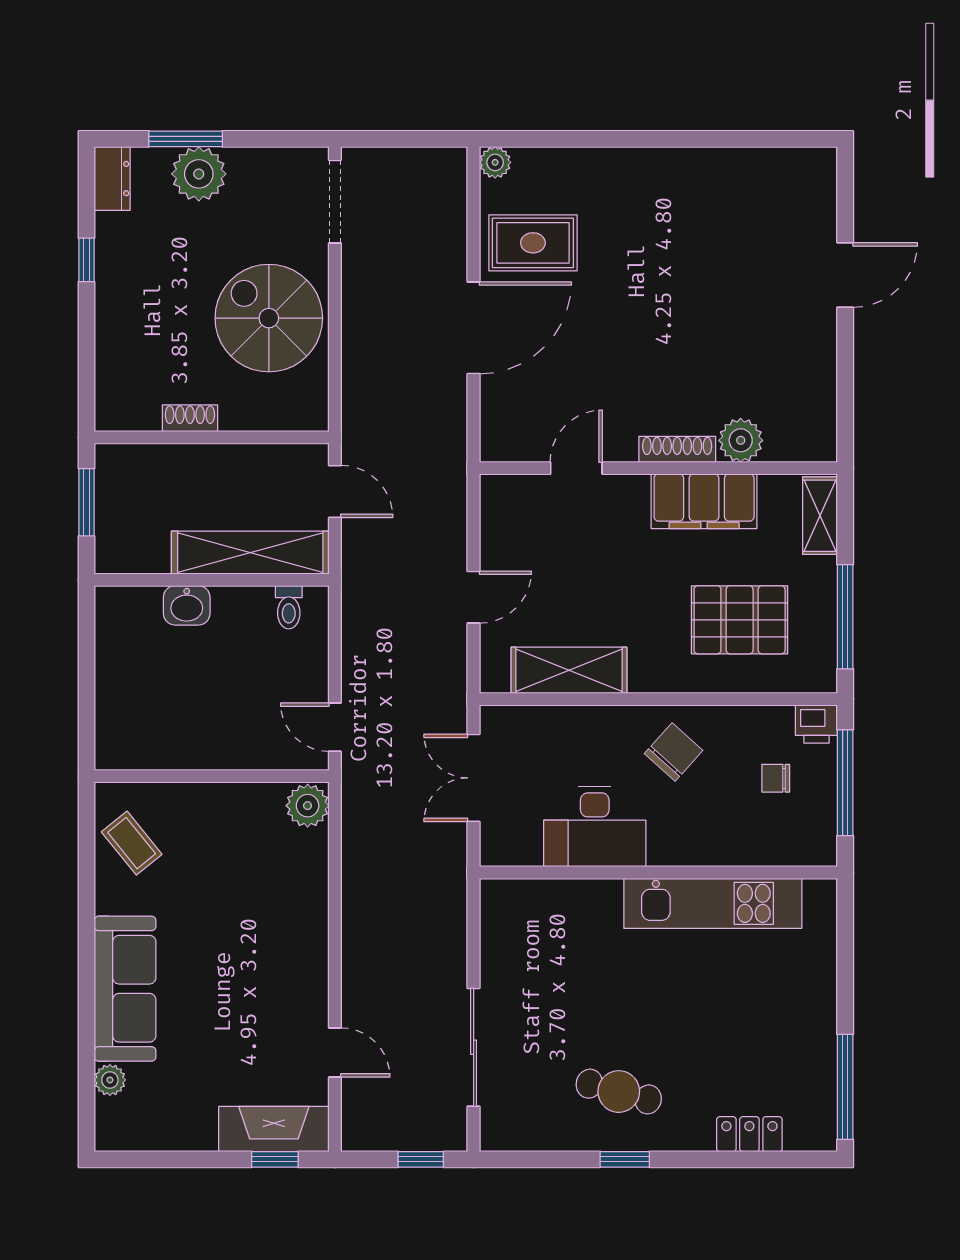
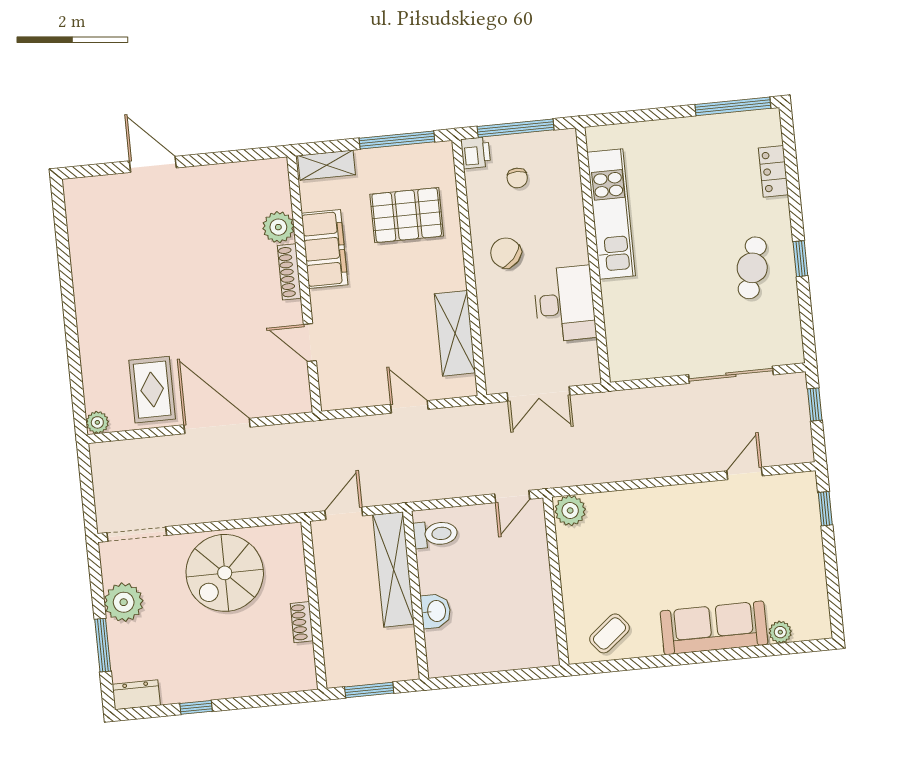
plant: (199, 174) -> (124, 602), moved
toilet: (289, 607) -> (435, 534), width x1.37, depth x1.39
pallet: (740, 620) -> (407, 215), turned 90
fireplace: (274, 1129) -> (804, 511), removed

